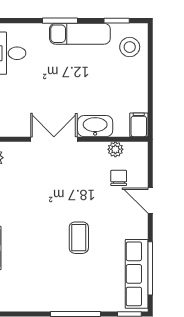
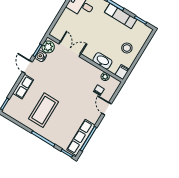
stool: (130, 47) -> (127, 48), moved
double door: (54, 139) -> (70, 49), moved
coffee table: (79, 238) -> (44, 110), moved, width x1.86, depth x1.72

